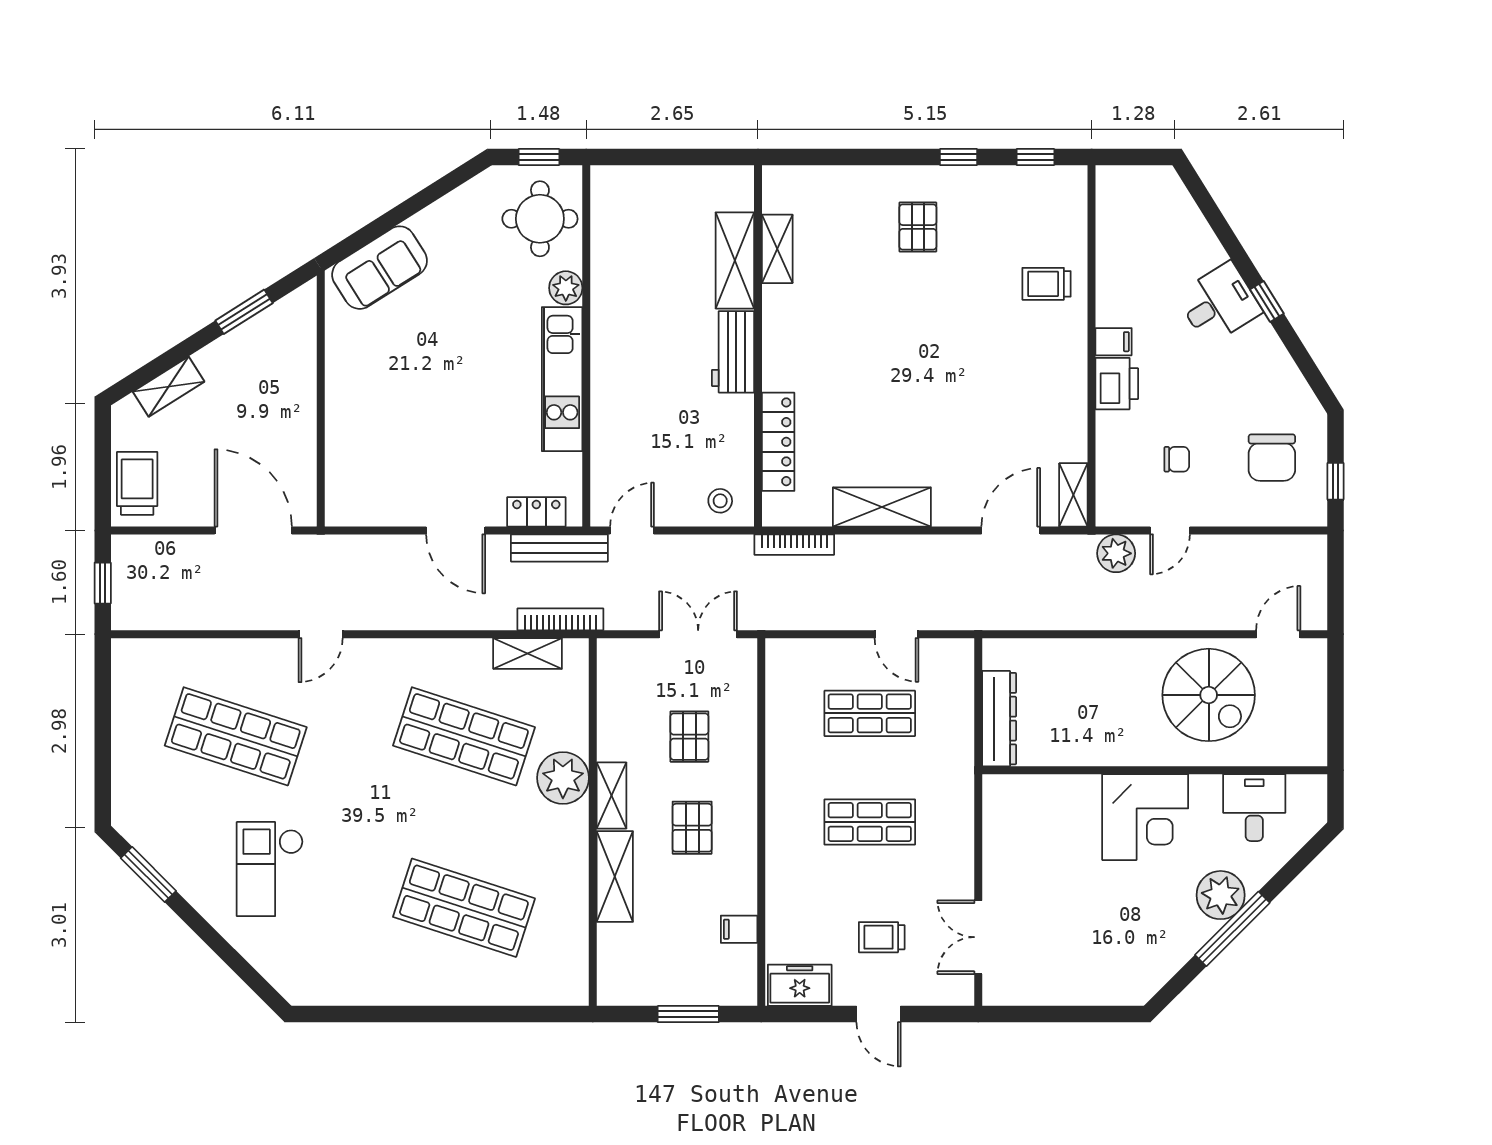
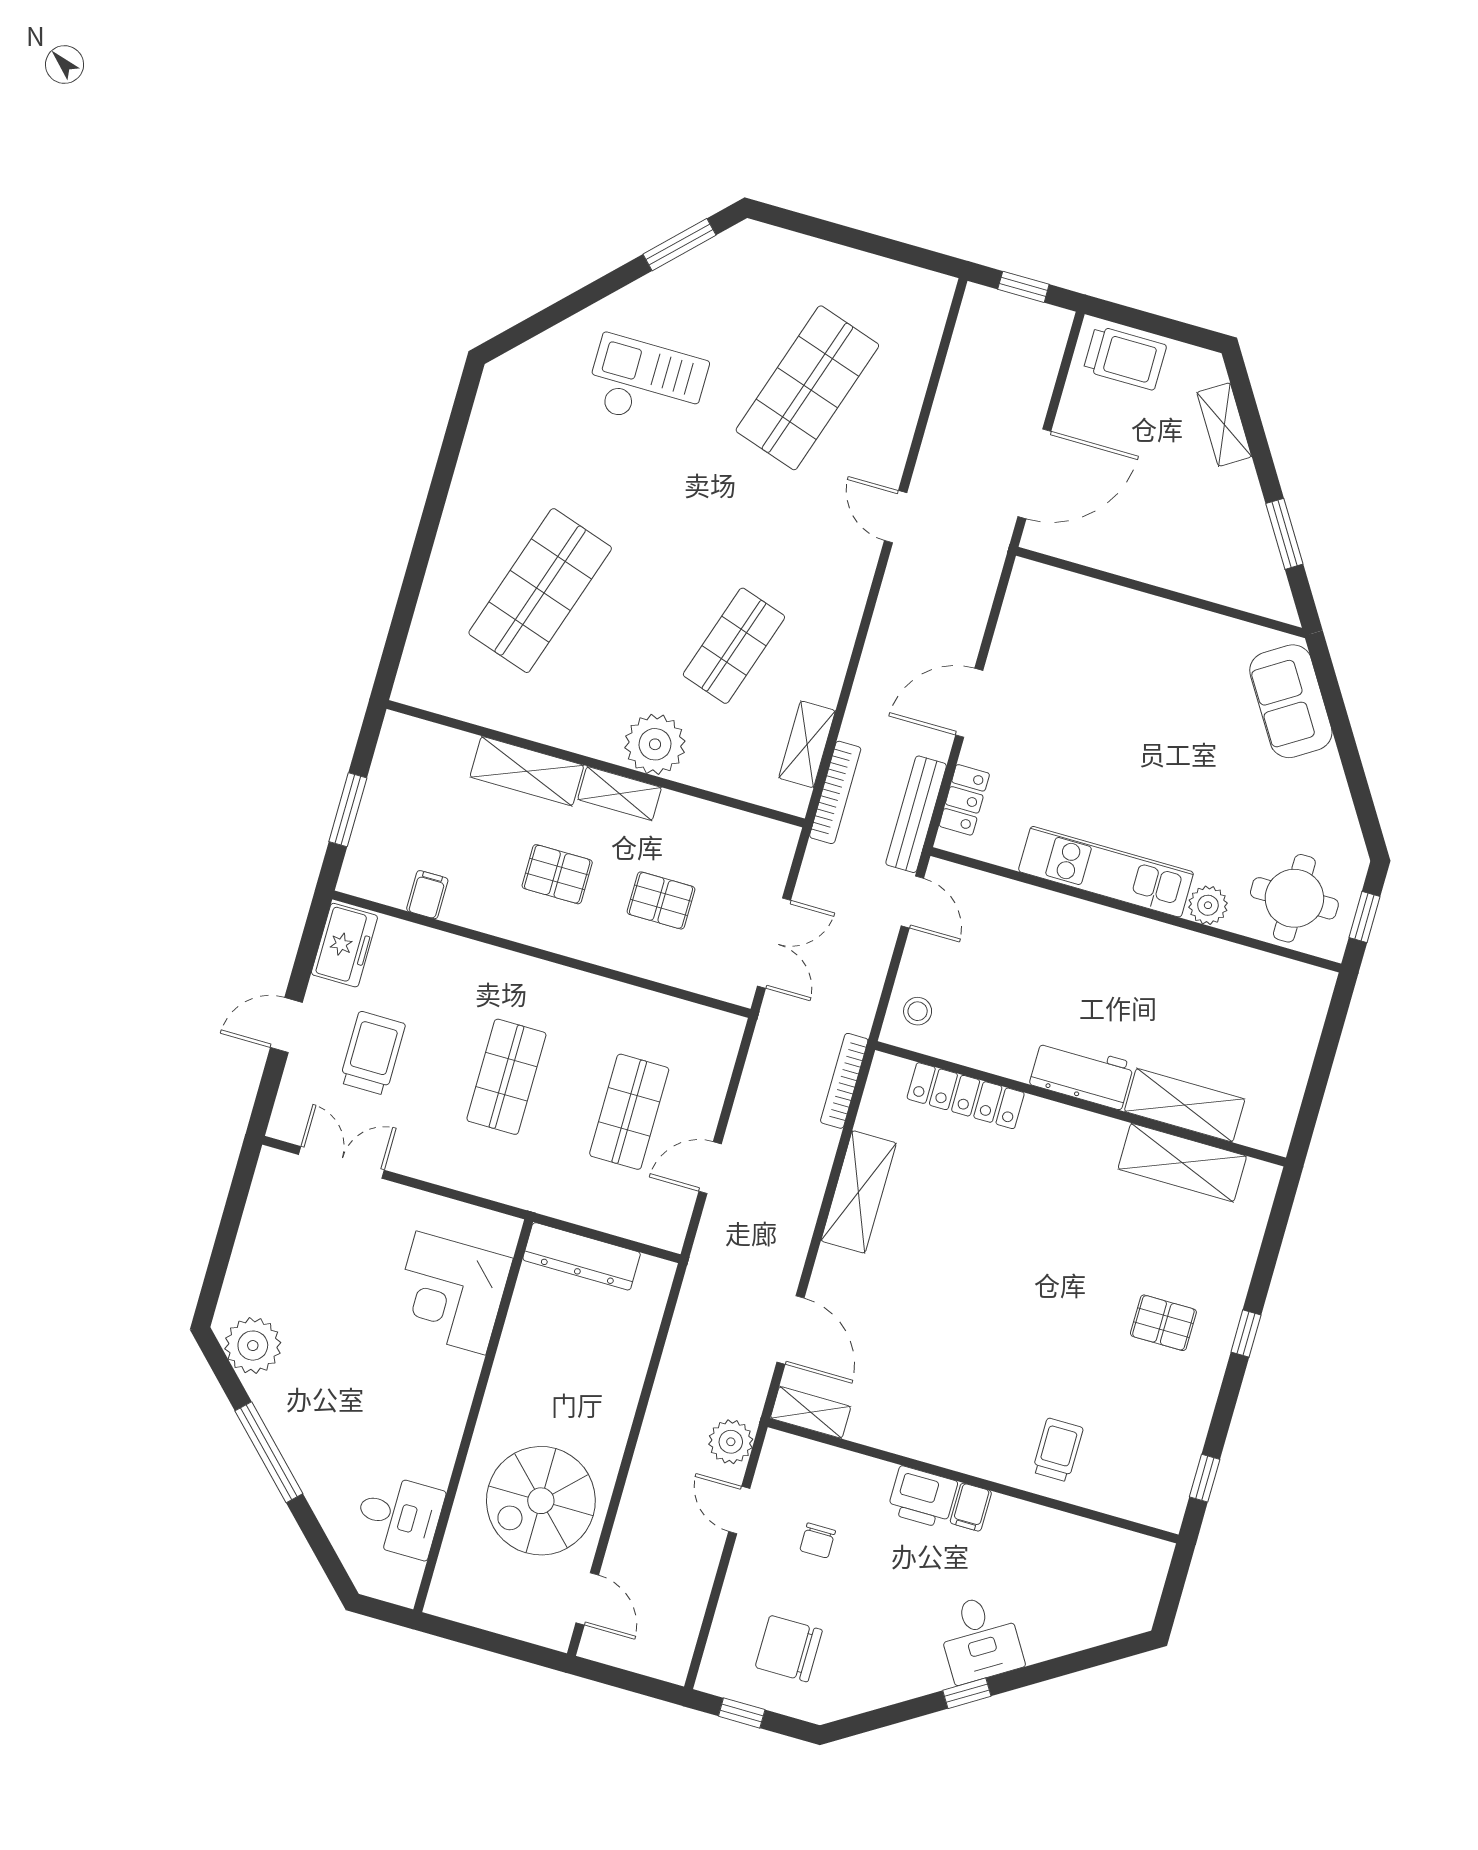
window: (959, 157) -> (1246, 1333), moved
shelving: (777, 249) -> (1182, 1163), width x1.50, depth x1.33
shop shelf: (464, 736) -> (734, 646), width x0.70, depth x0.74
corner desk: (1145, 817) -> (451, 1293), moved
plant: (1221, 895) -> (253, 1346), moved
trolley: (882, 937) -> (372, 1053), width x1.36, depth x1.39

